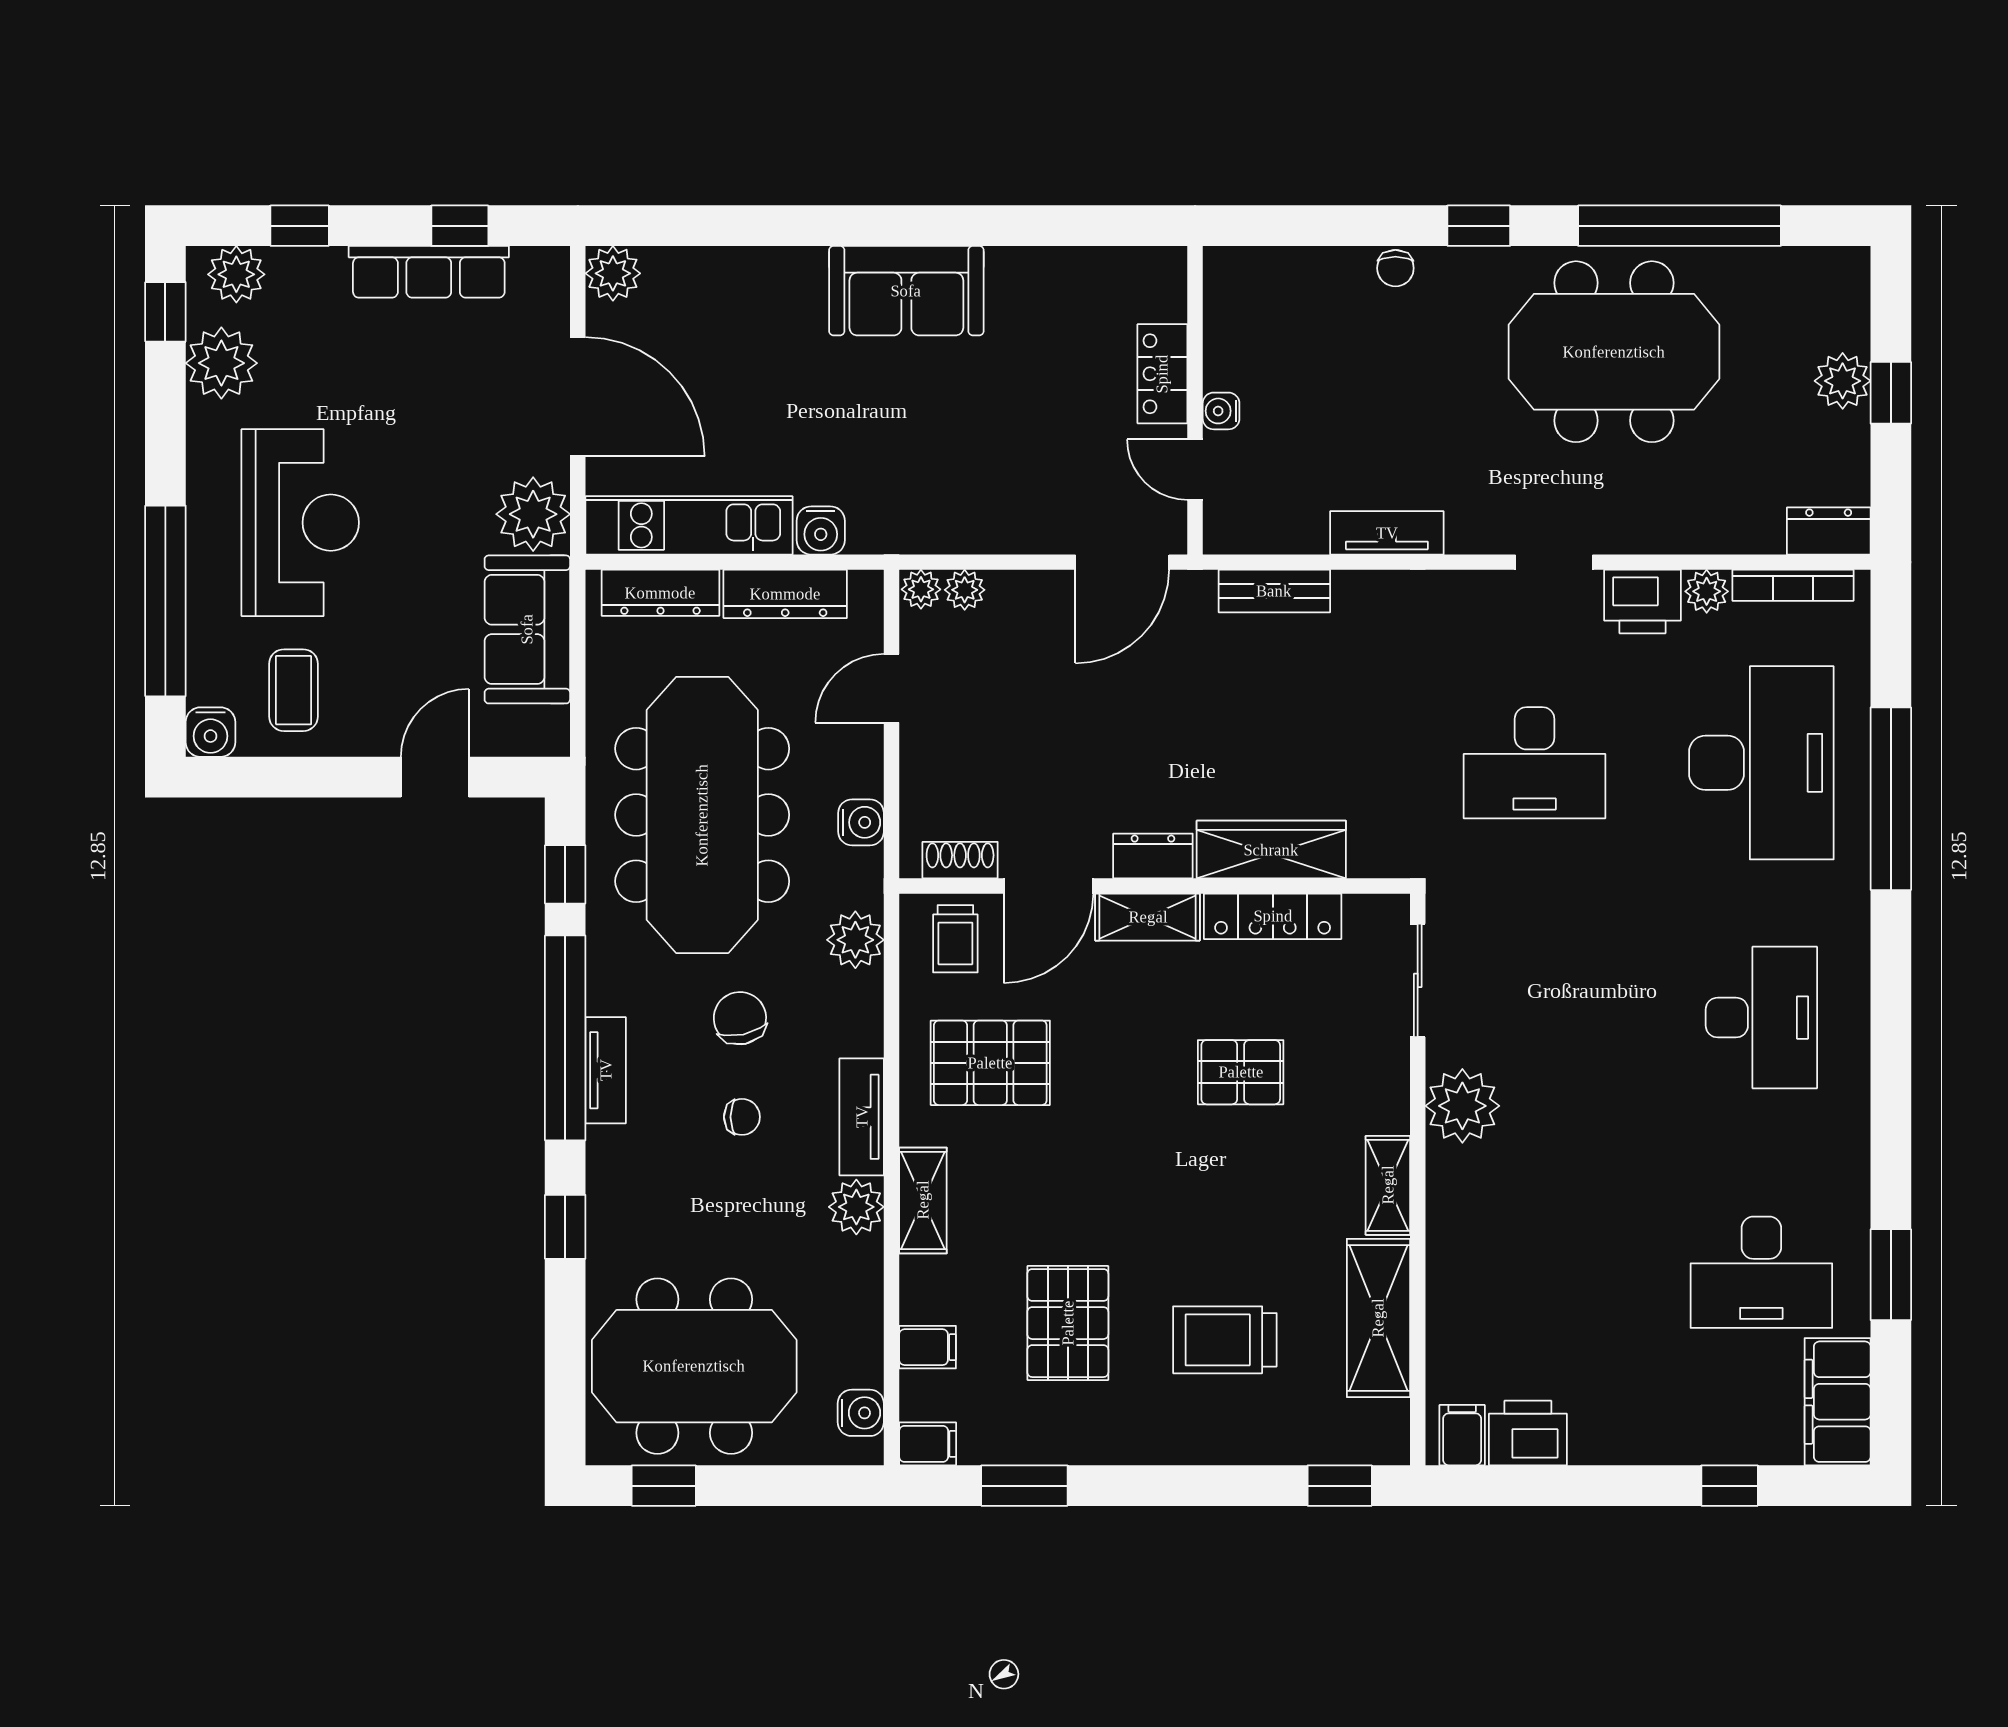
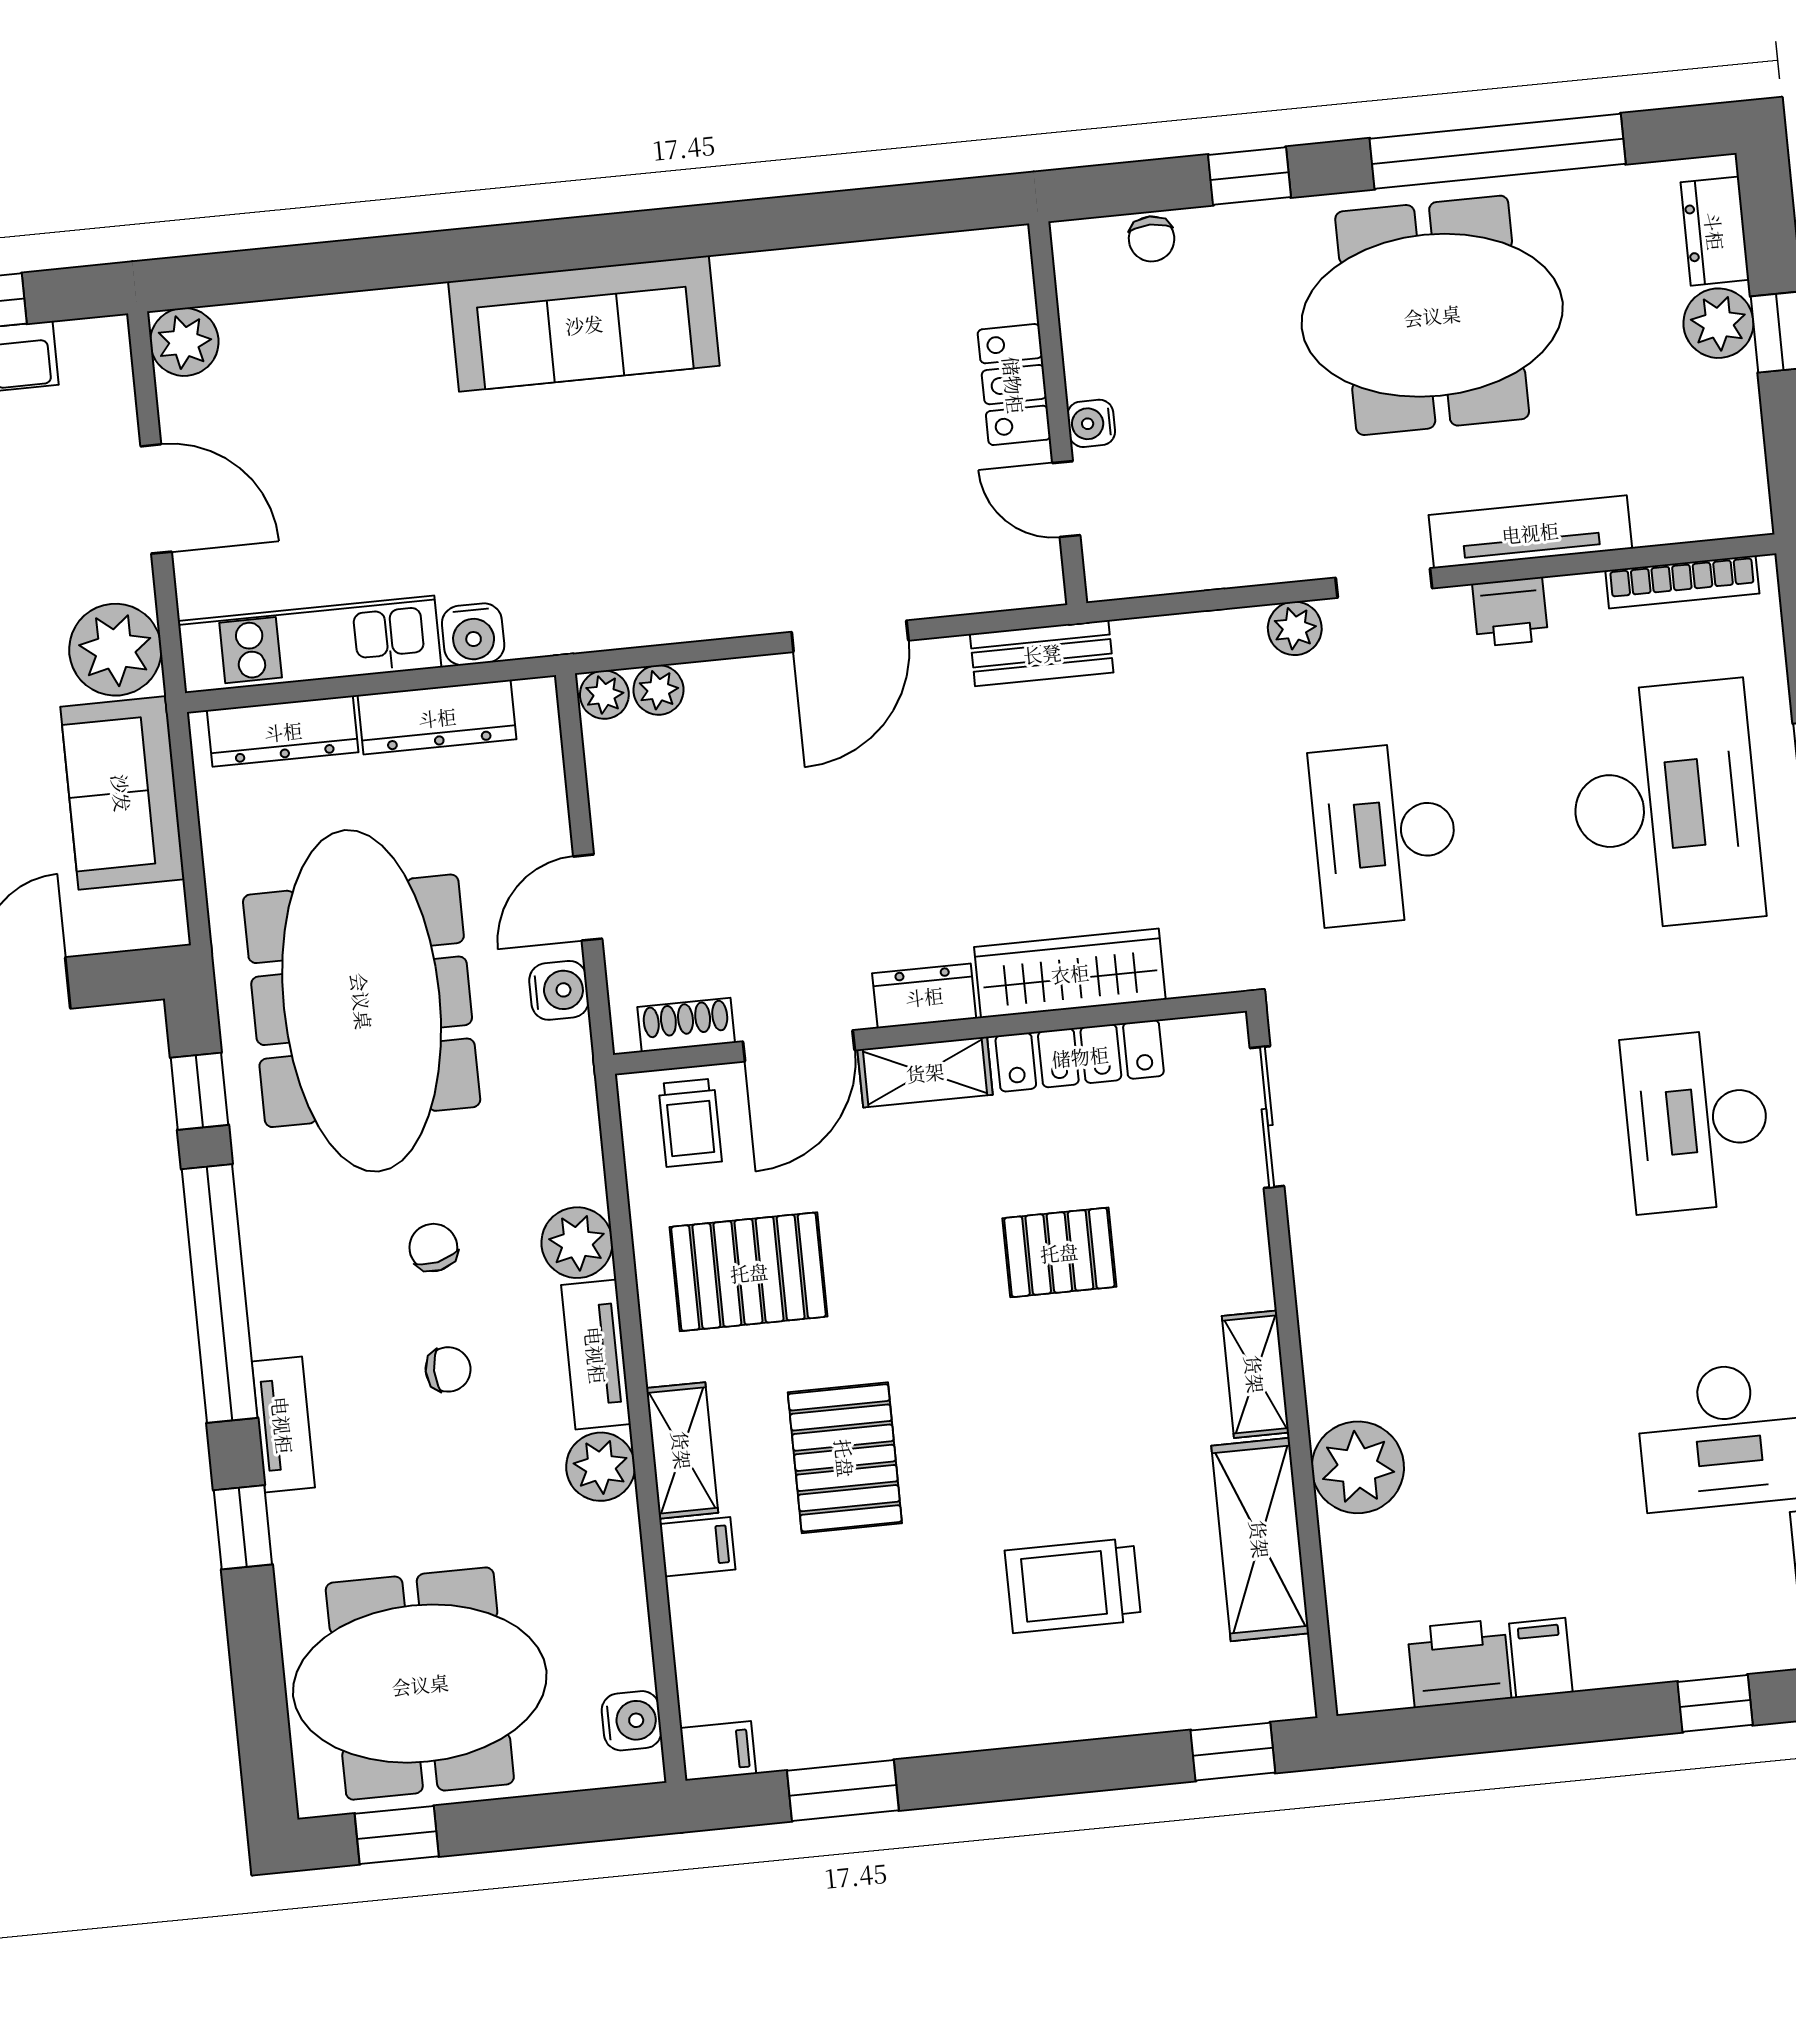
sofa: (906, 291) -> (584, 324), width x1.36
locker: (1162, 374) -> (1014, 385), moved
door: (578, 397) -> (156, 499), width x0.73
wall: (1195, 400) -> (1058, 413), moved
water cooler: (1221, 411) -> (1091, 423), moved
door: (1195, 470) -> (1066, 499), moved
dresser: (1829, 531) -> (1715, 231), moved, turned -90
tv unit: (1387, 533) -> (1530, 532), moved, width x1.41
plant: (1707, 591) -> (1295, 628), moved
printer: (1642, 602) -> (1510, 612), width x0.73, depth x0.81
door: (891, 688) -> (588, 898), moved
desk: (1535, 763) -> (1385, 834), turned 90
plant: (855, 940) -> (577, 1243), moved
chair: (740, 1018) -> (433, 1248), width x0.73, depth x0.73
desk: (1761, 1018) -> (1697, 1121), turned 180
tv unit: (606, 1070) -> (283, 1425), moved
plant: (1462, 1106) -> (1358, 1467), moved
pallet: (1068, 1323) -> (845, 1458), moved
filing cabinet: (928, 1347) -> (698, 1547), moved
filing cabinet: (1462, 1435) -> (1541, 1658), moved

